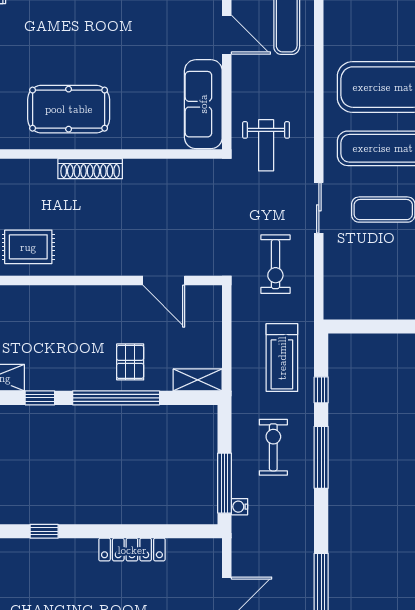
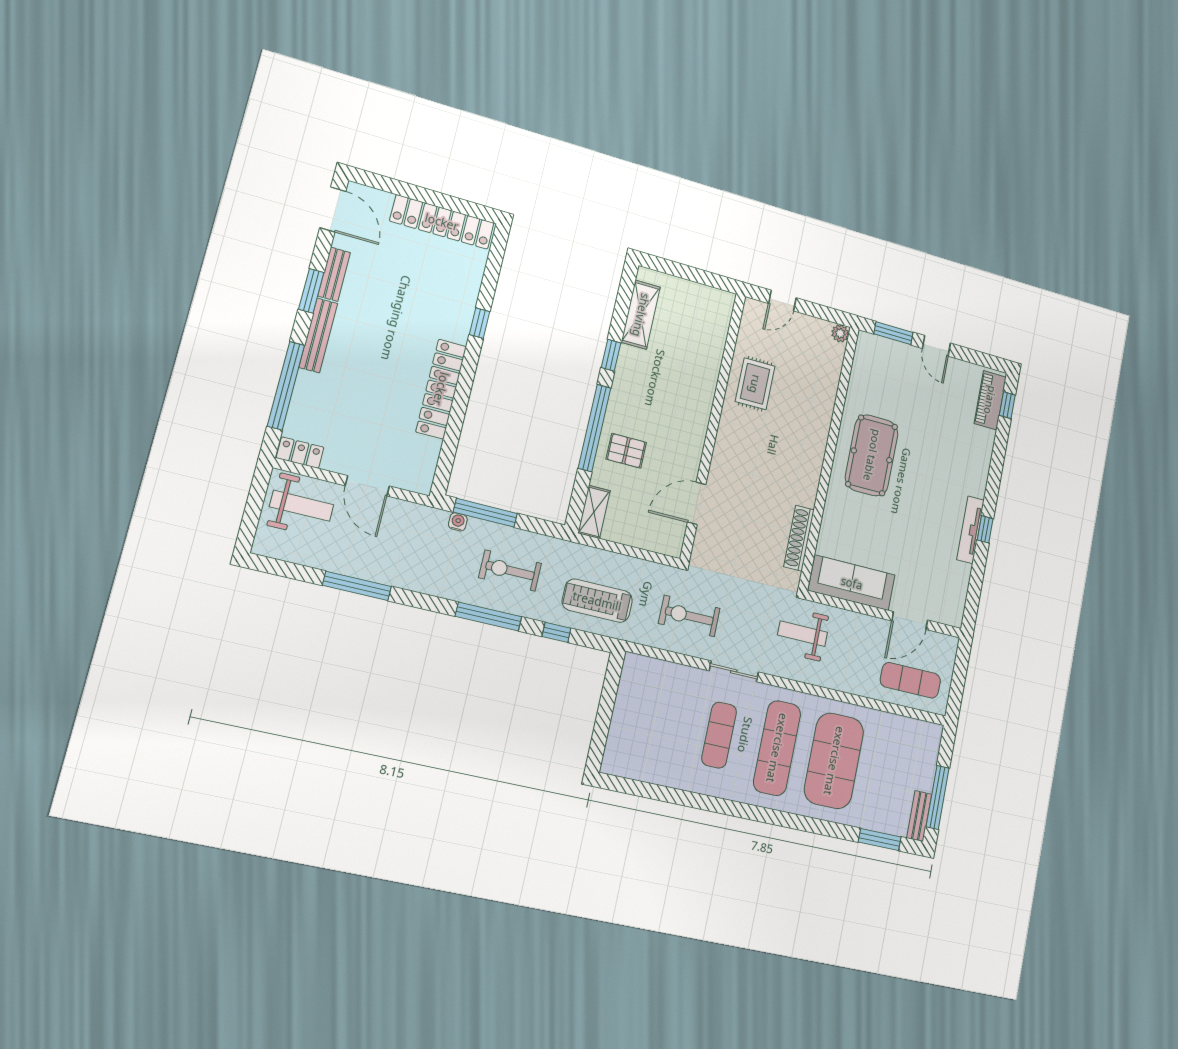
shoe rack: (90, 169) -> (799, 538), moved
exercise bike: (273, 447) -> (510, 571), turned 180
locker: (132, 550) -> (441, 389), width x1.41, depth x1.21

